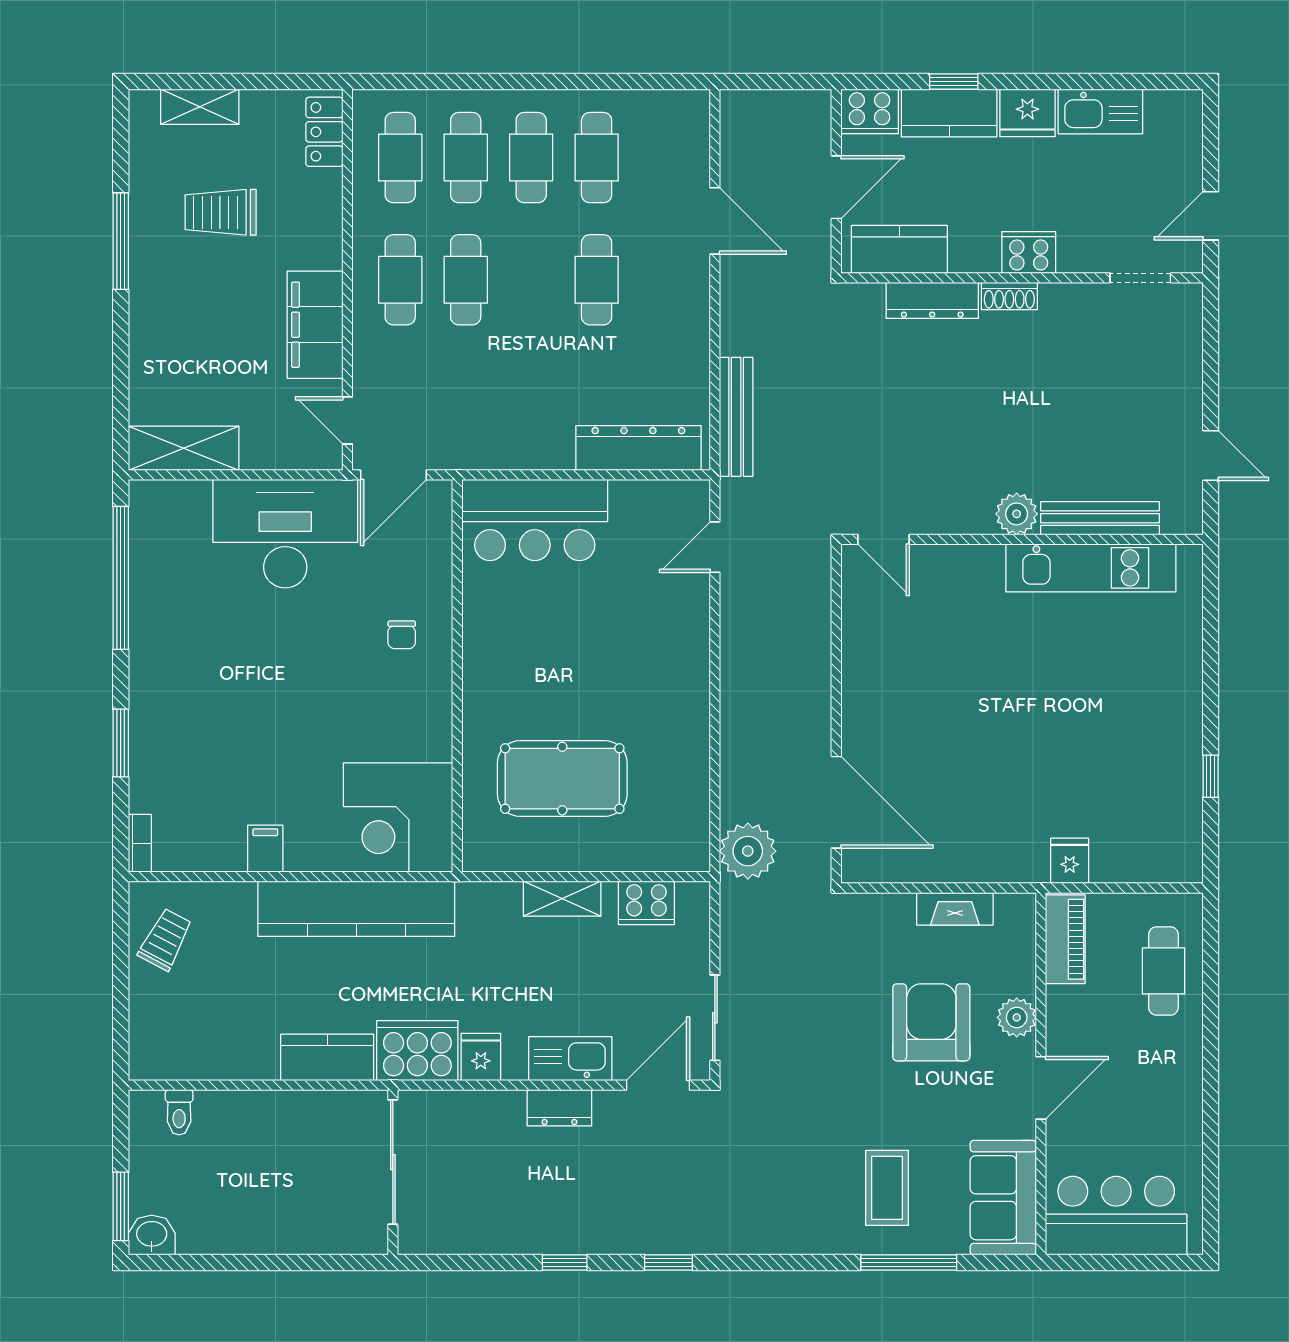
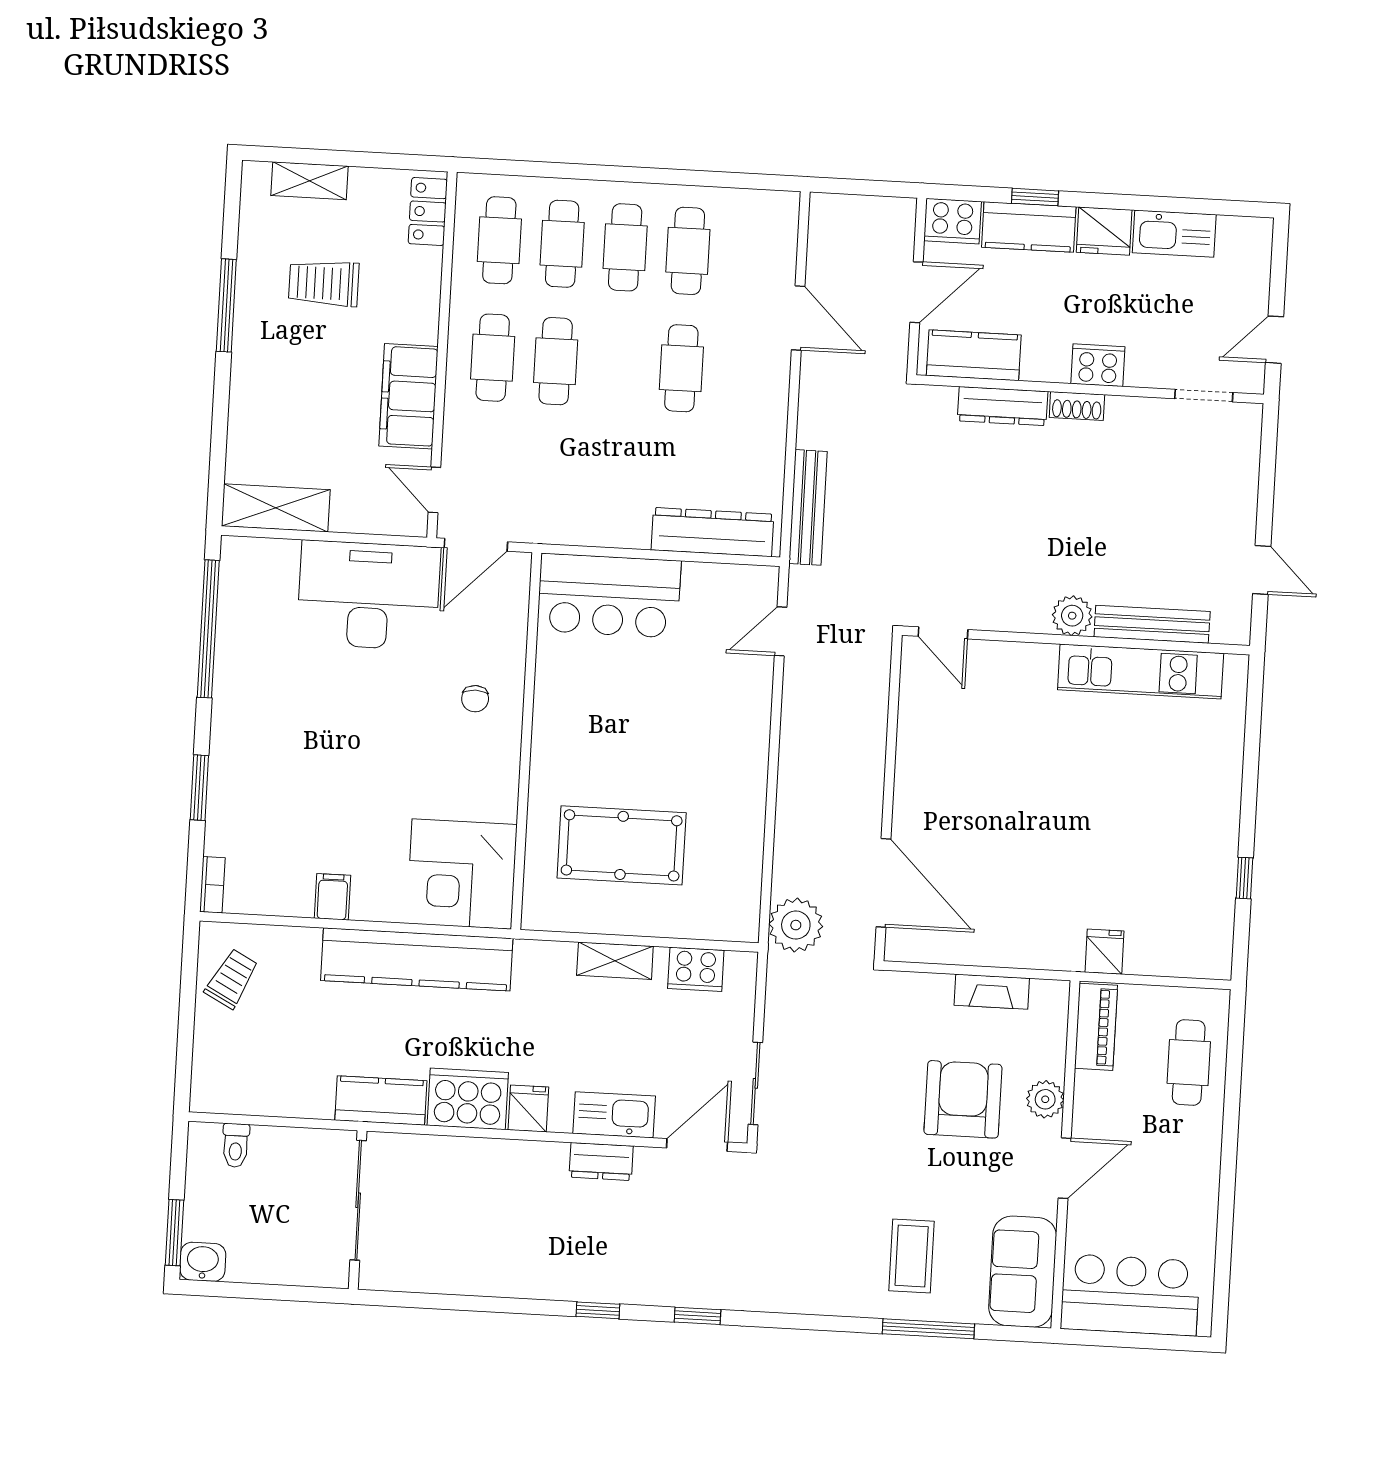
sliding door: (393, 1162) -> (358, 1200), moved
wall: (393, 1172) -> (358, 1210), moved

